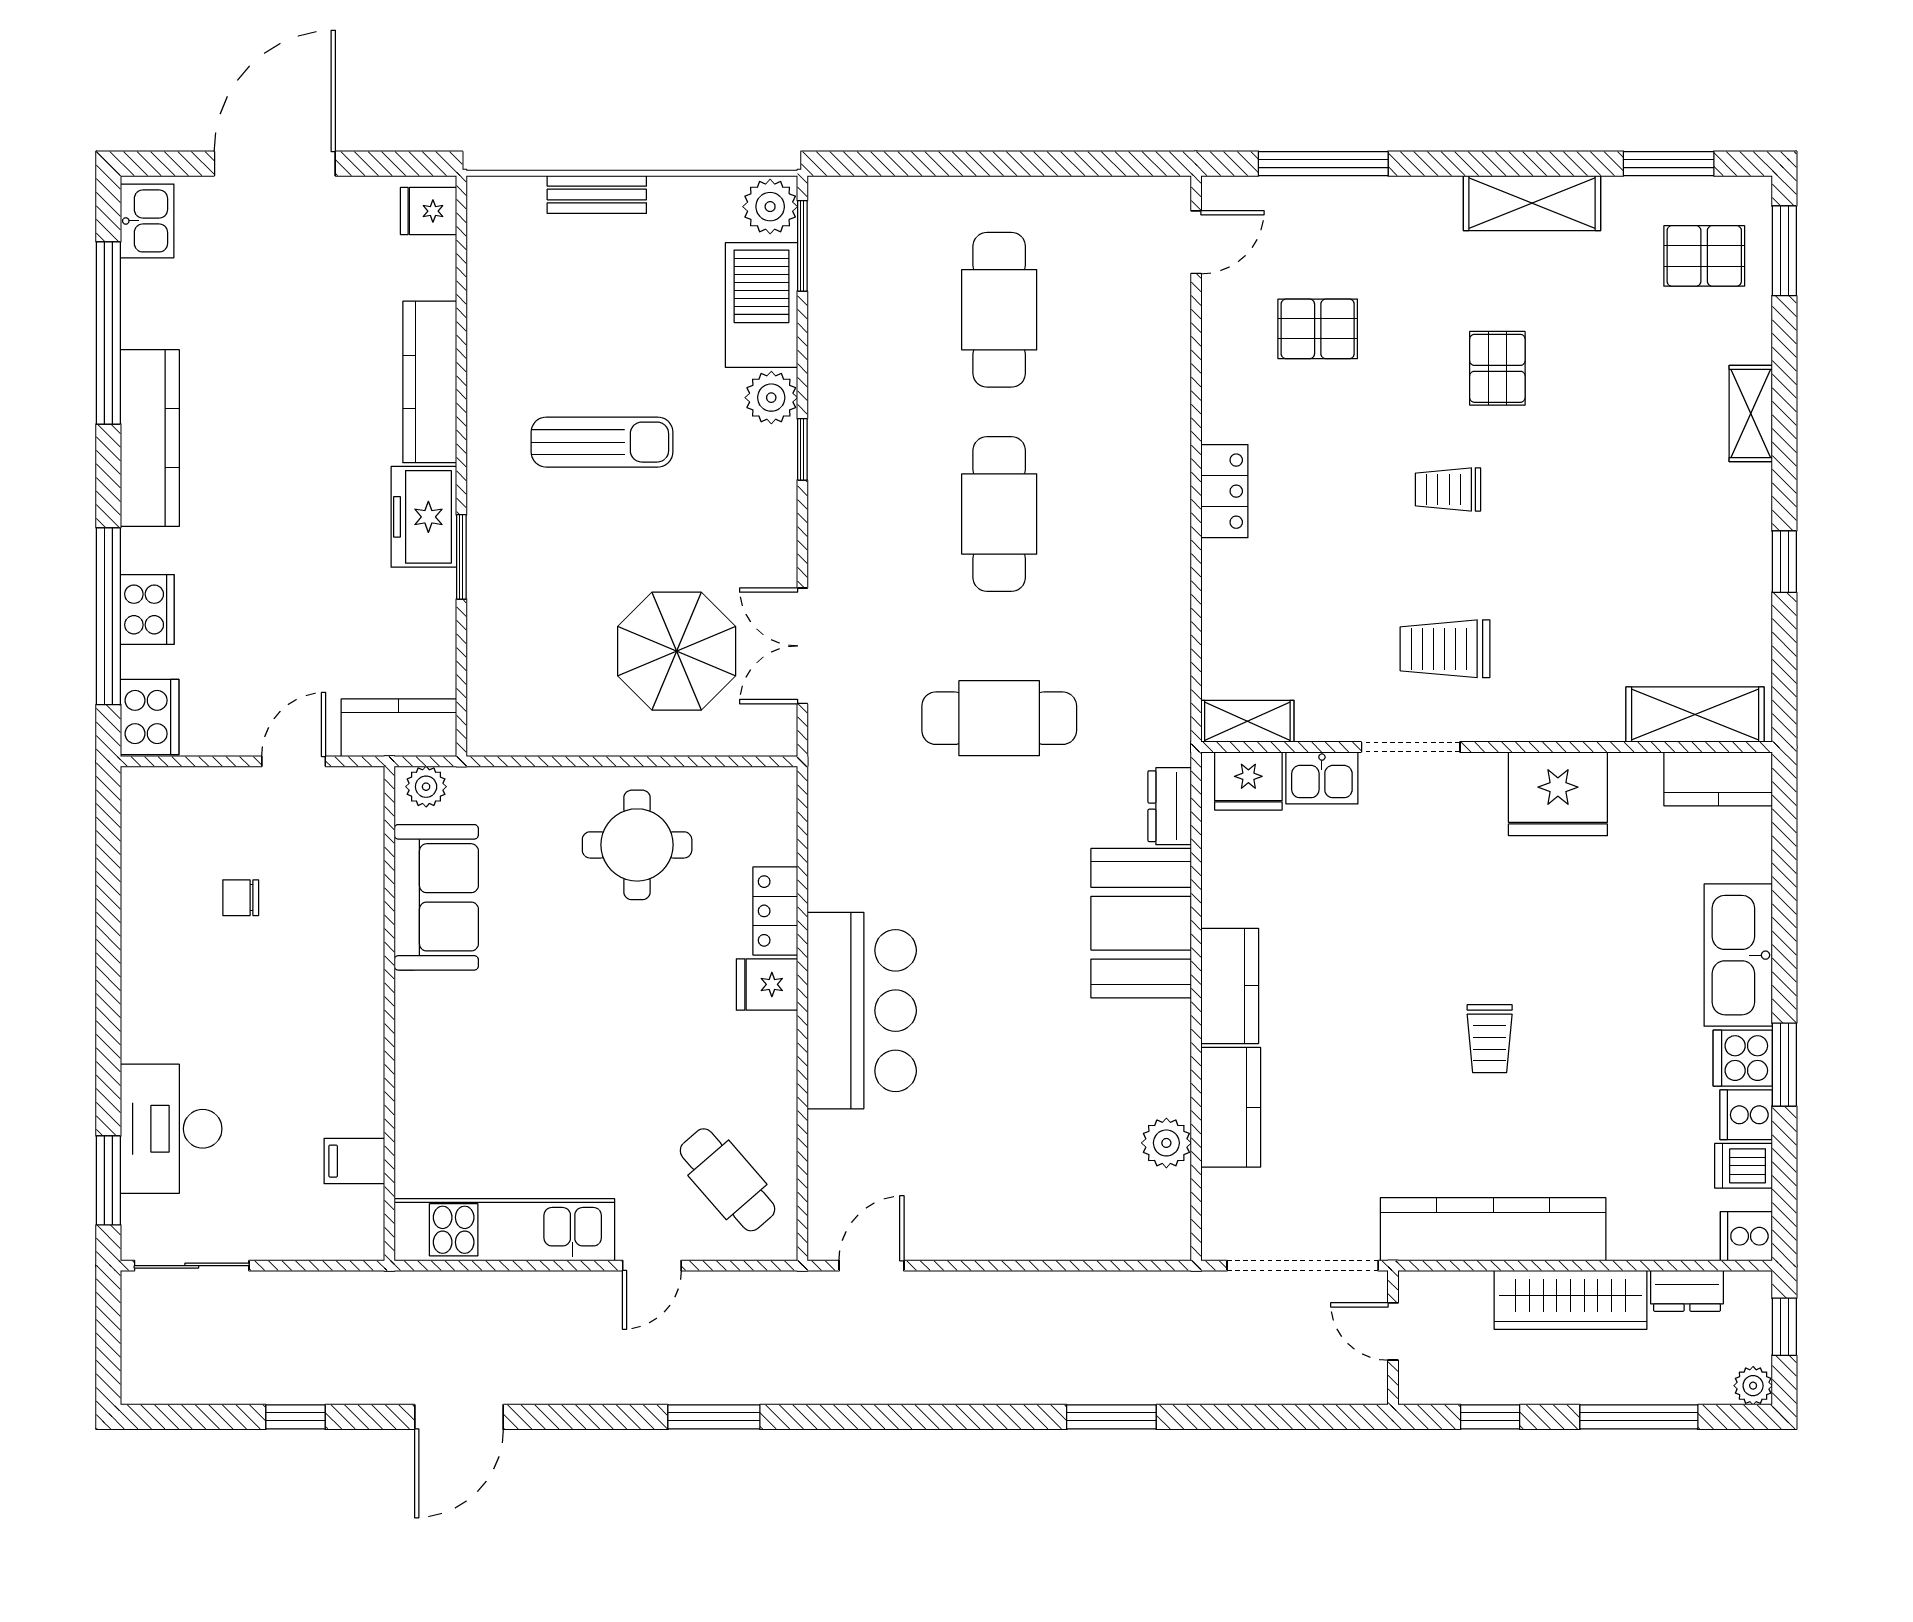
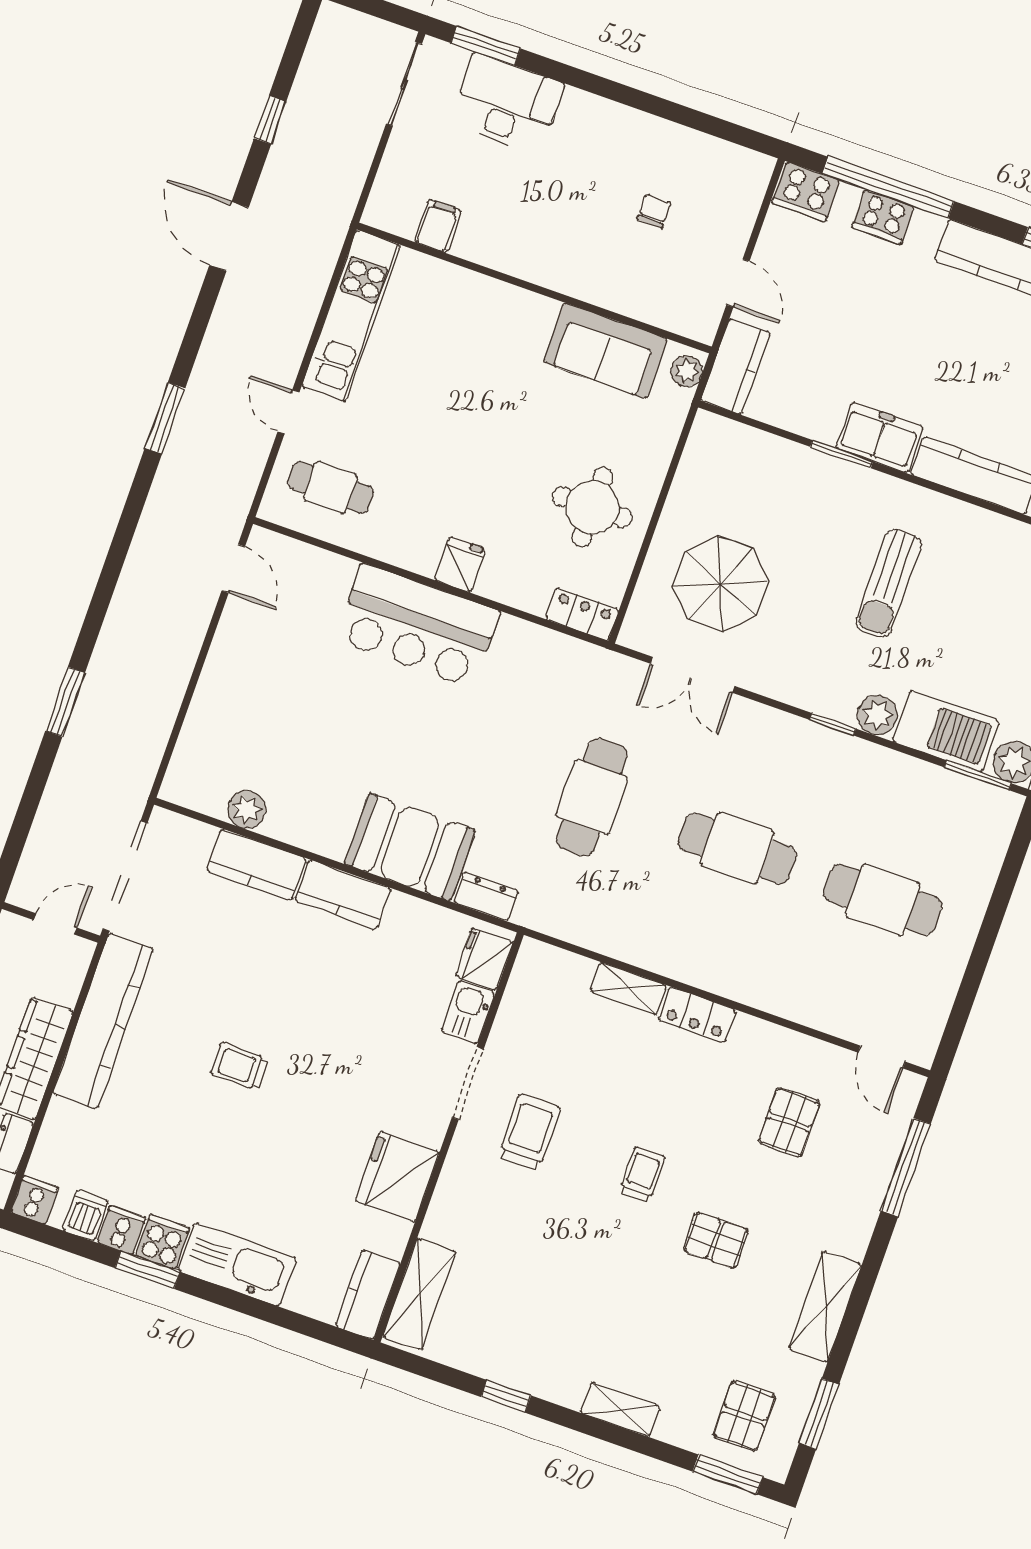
double door: (802, 646) -> (693, 675), swing flipped
shelving: (1247, 721) -> (628, 989), moved, turned 90
locker: (775, 911) -> (582, 614), moved
cafe table: (727, 1180) -> (331, 487), turned 41

